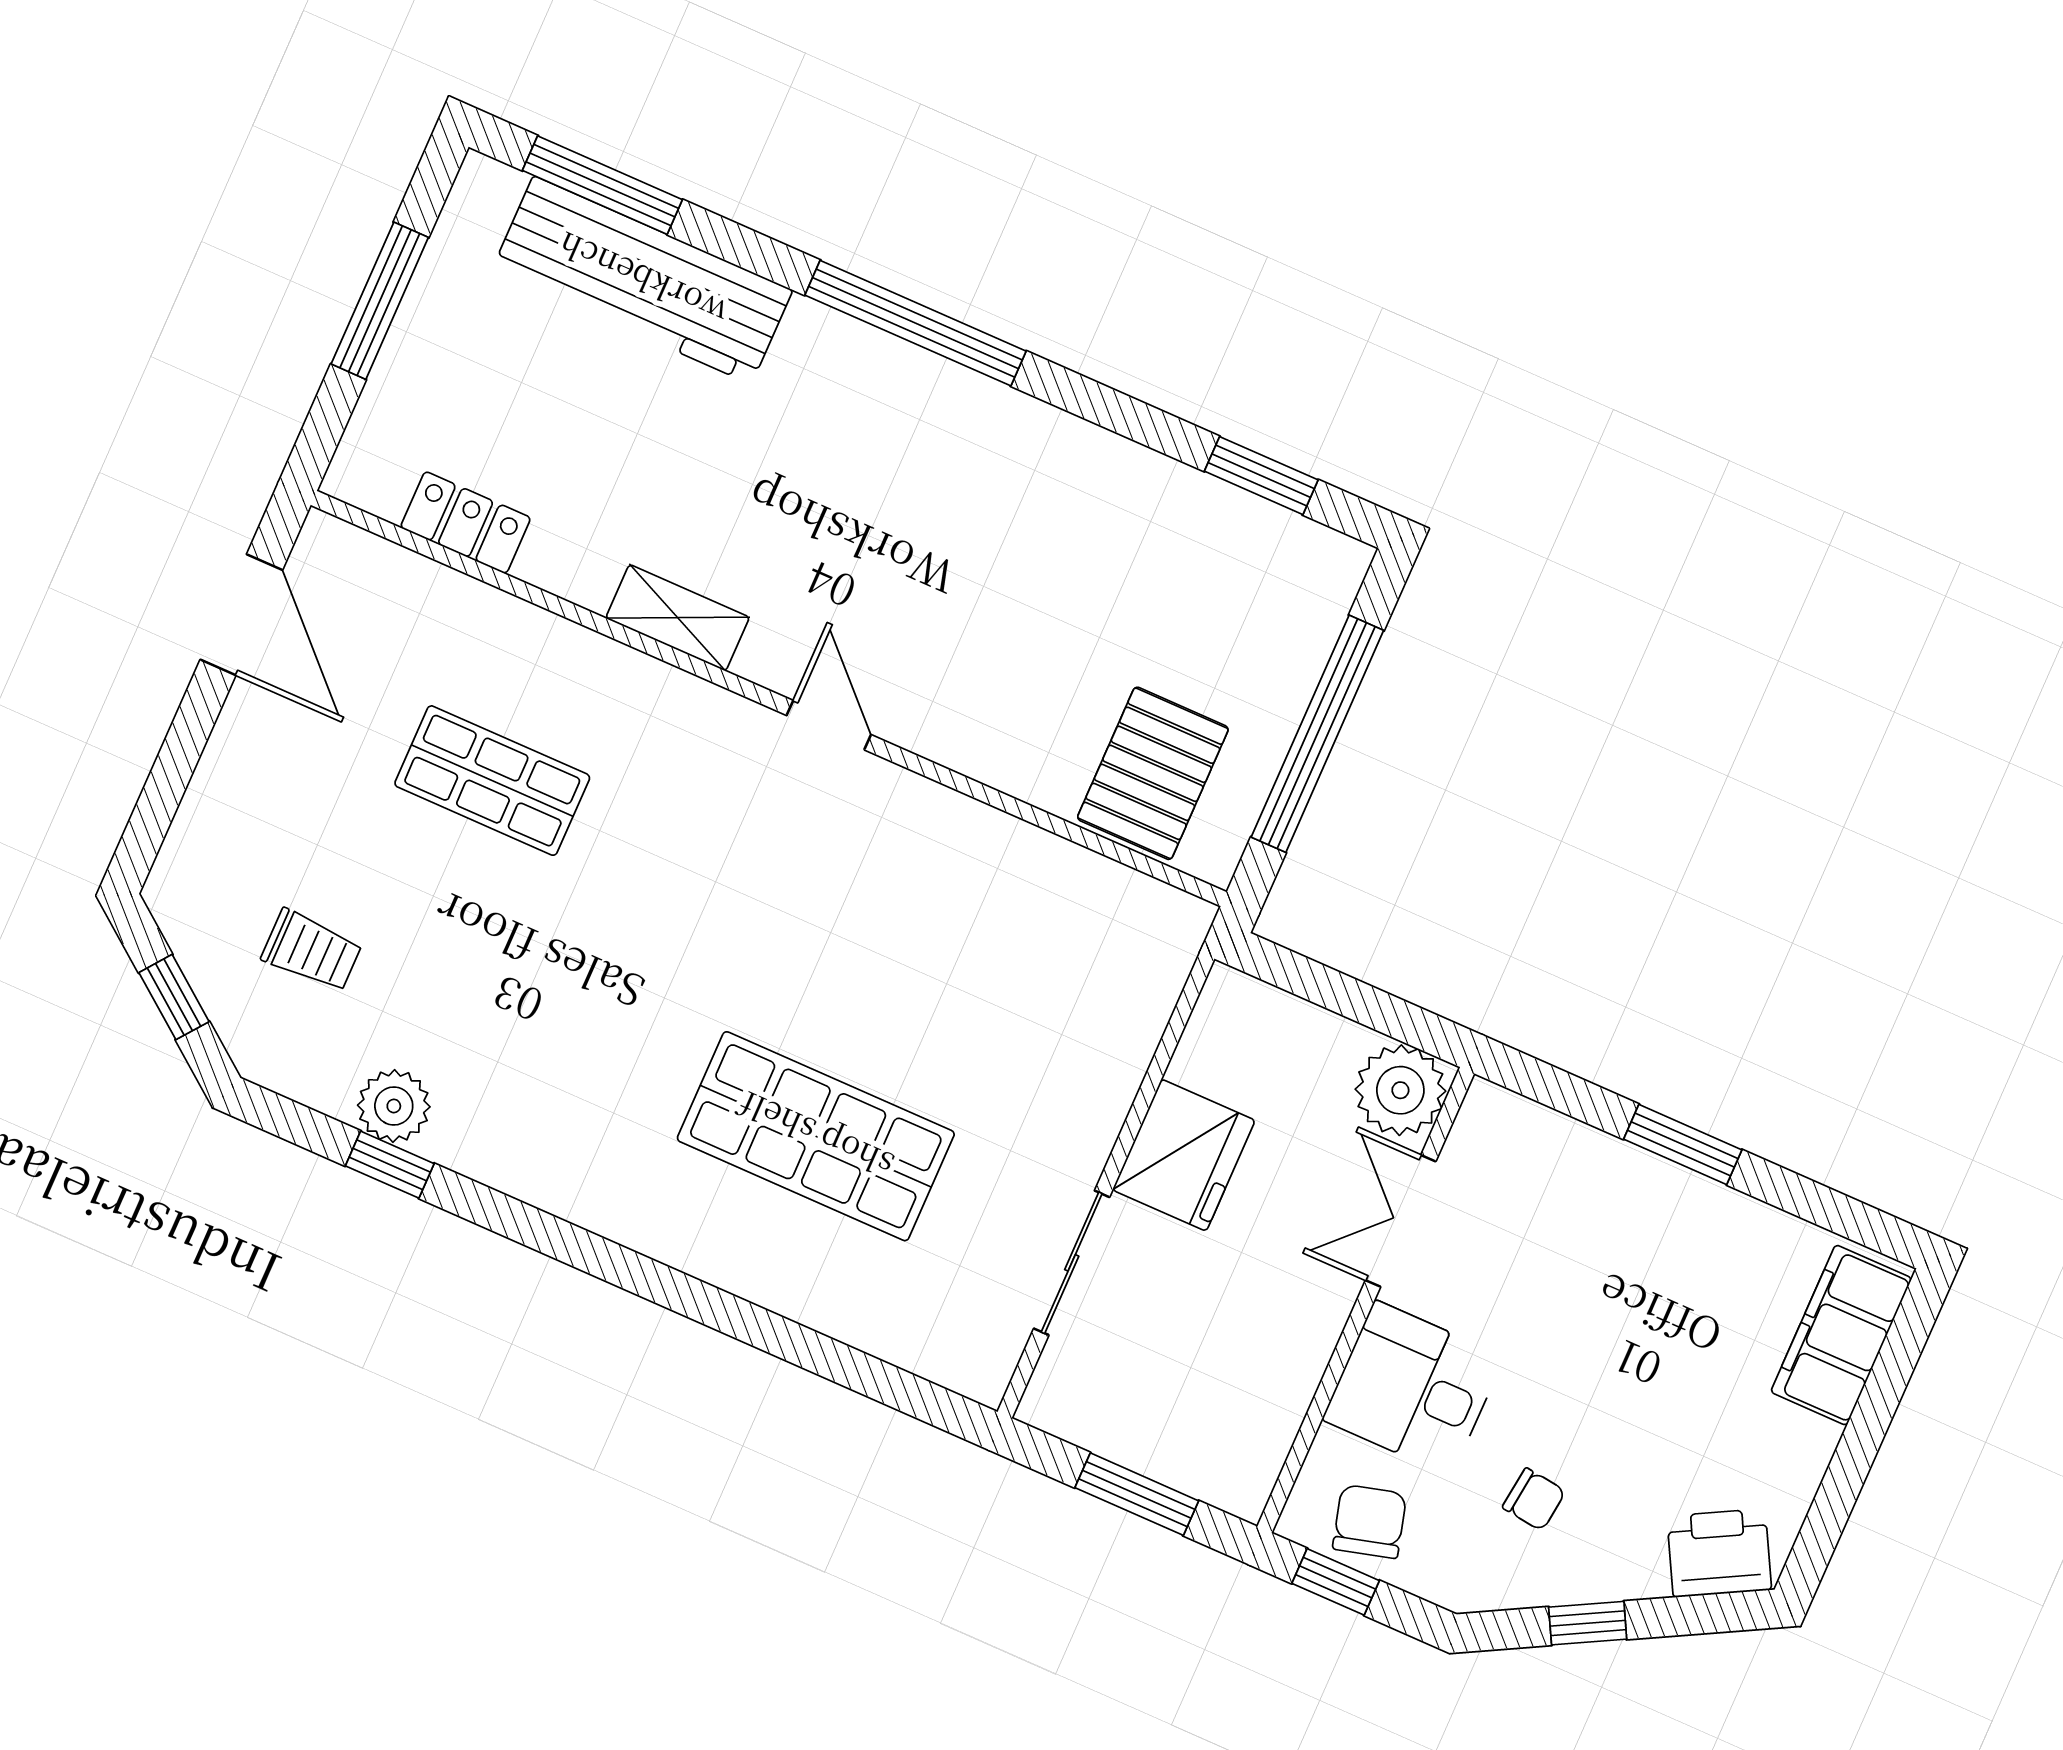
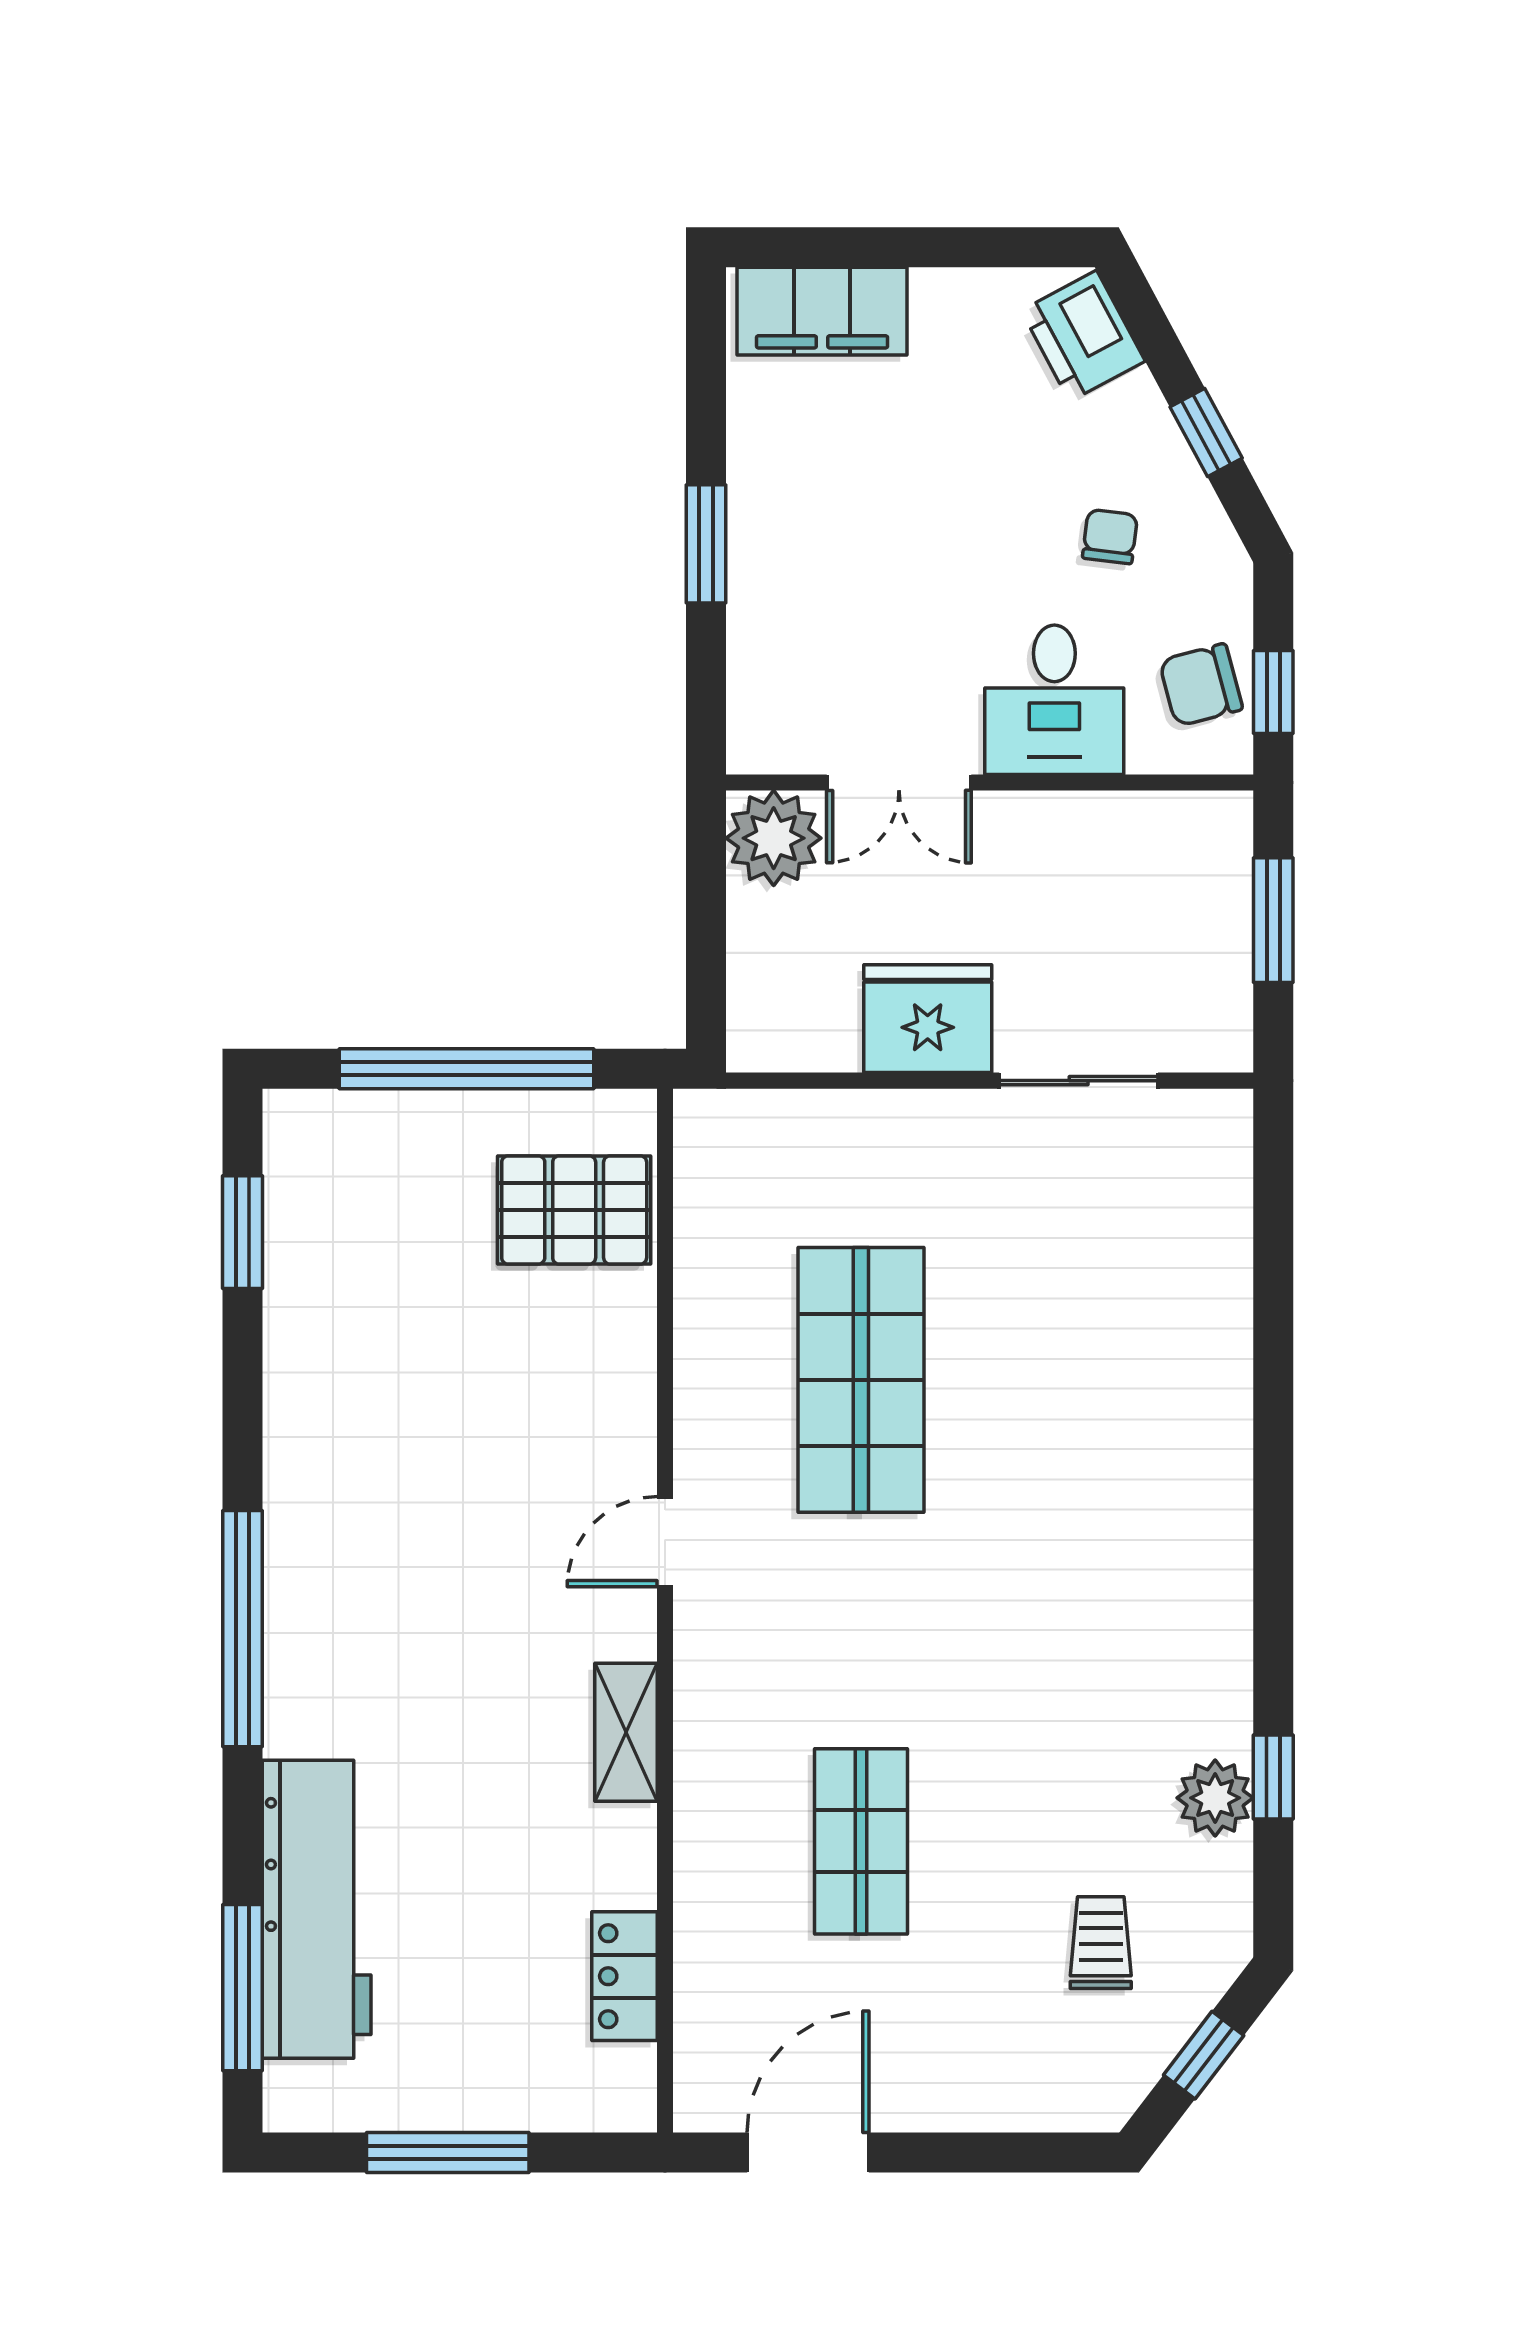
shop shelf: (816, 1136) -> (861, 1380), moved

